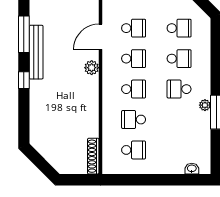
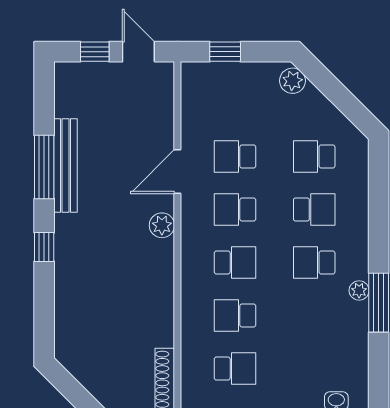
school desk: (134, 28) -> (235, 156), turned 180
school desk: (179, 28) -> (314, 156), turned 180
bench: (36, 52) -> (66, 165), moved
school desk: (134, 59) -> (235, 209), turned 180

